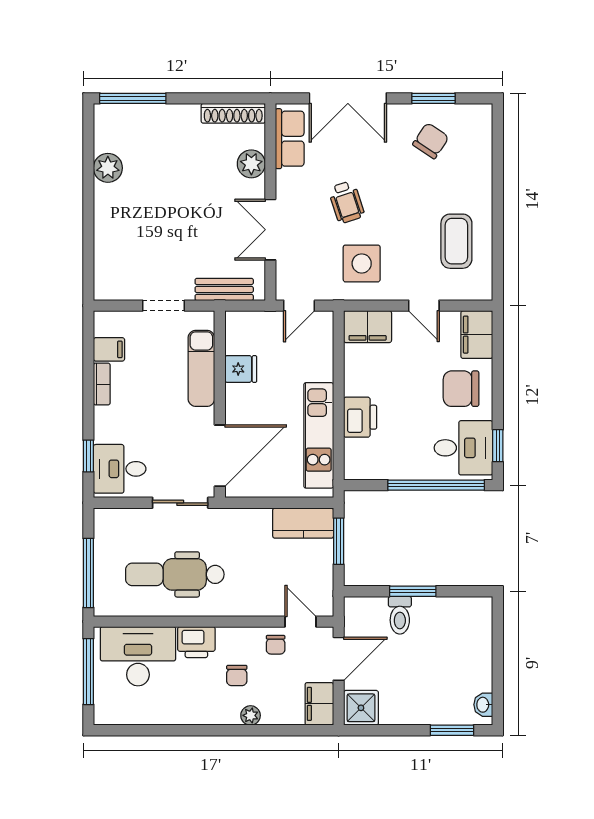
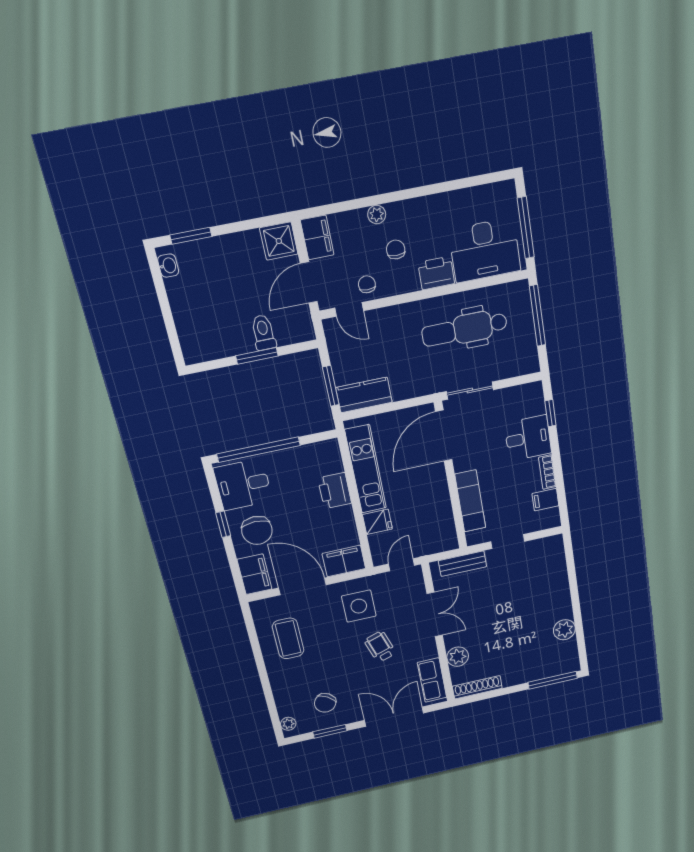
plant: (483, 123) -> (288, 724), added
door: (424, 306) -> (302, 586), width x1.88
fridge: (241, 369) -> (377, 522), moved, turned 180
chair: (461, 389) -> (257, 530), turned 90
window: (498, 446) -> (223, 524), moved
desk: (120, 469) -> (528, 438), moved
dental chair: (175, 574) -> (465, 329), turned 180

